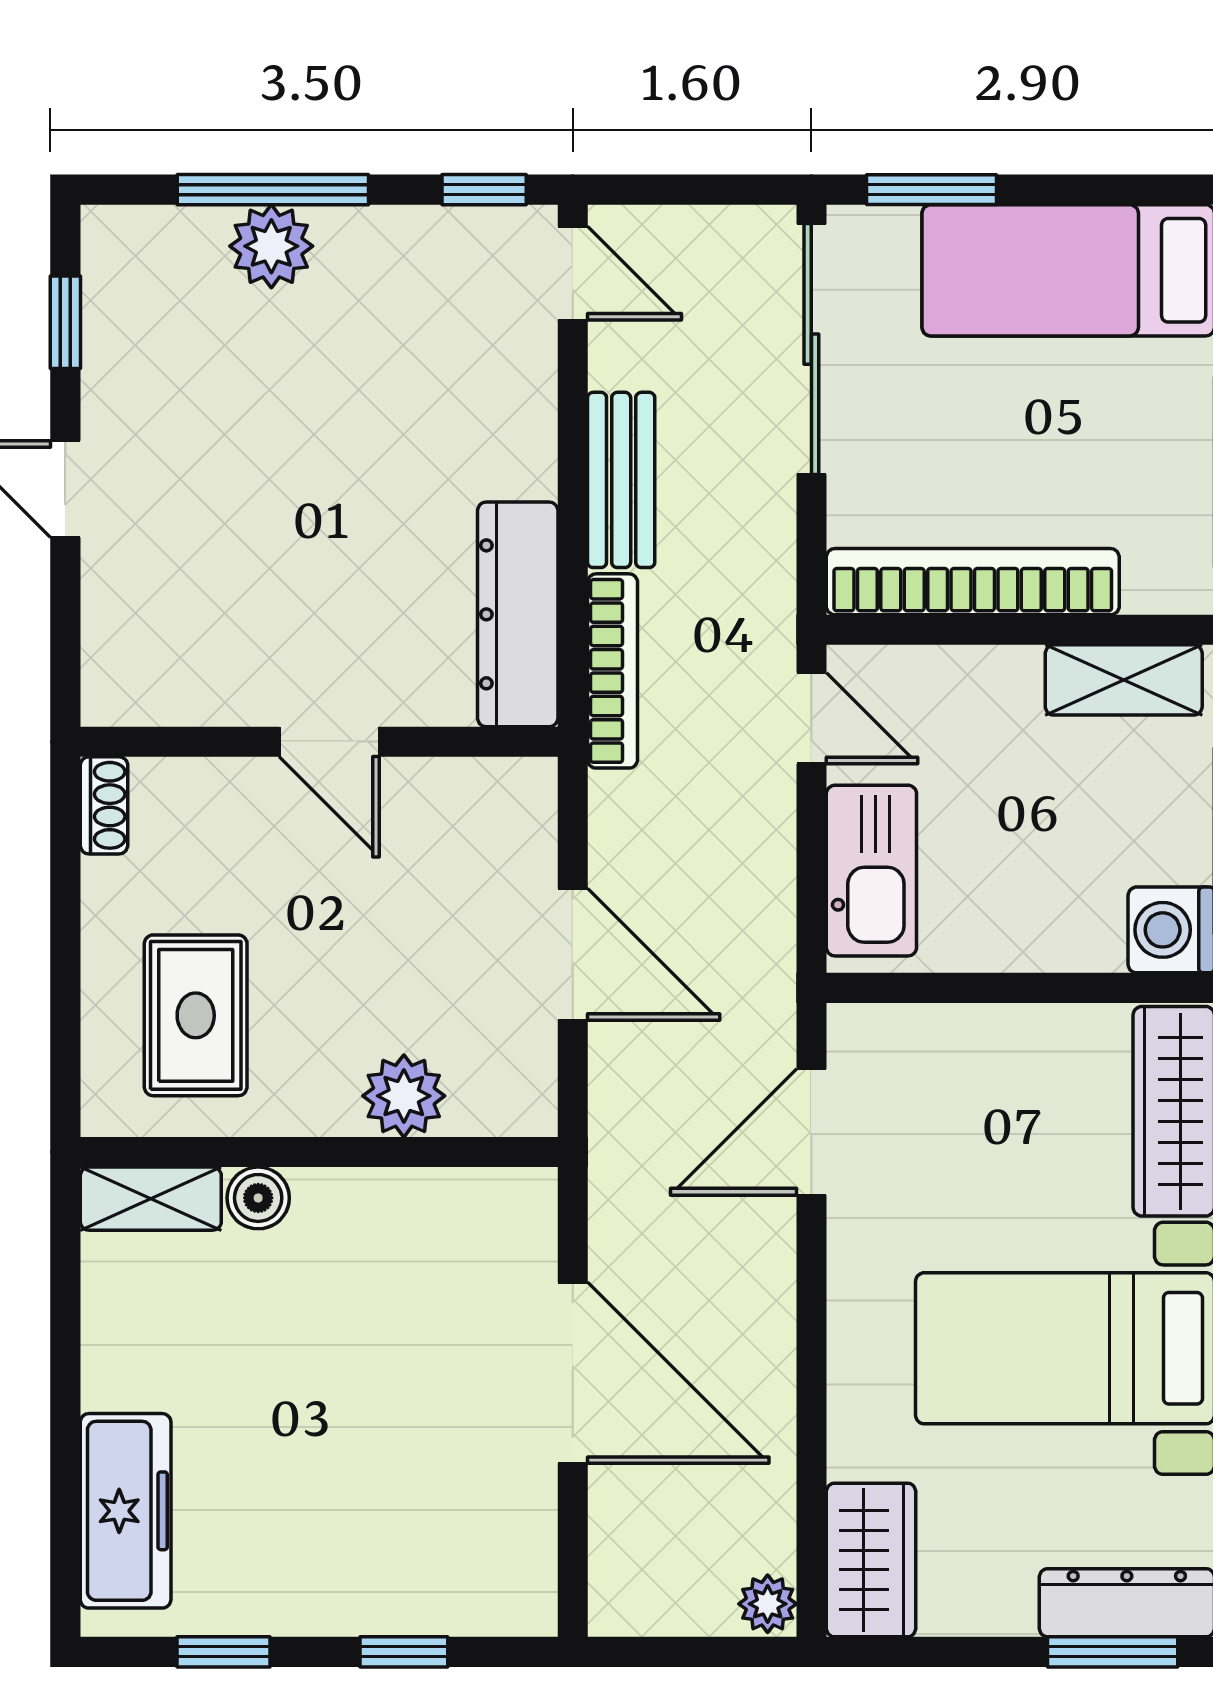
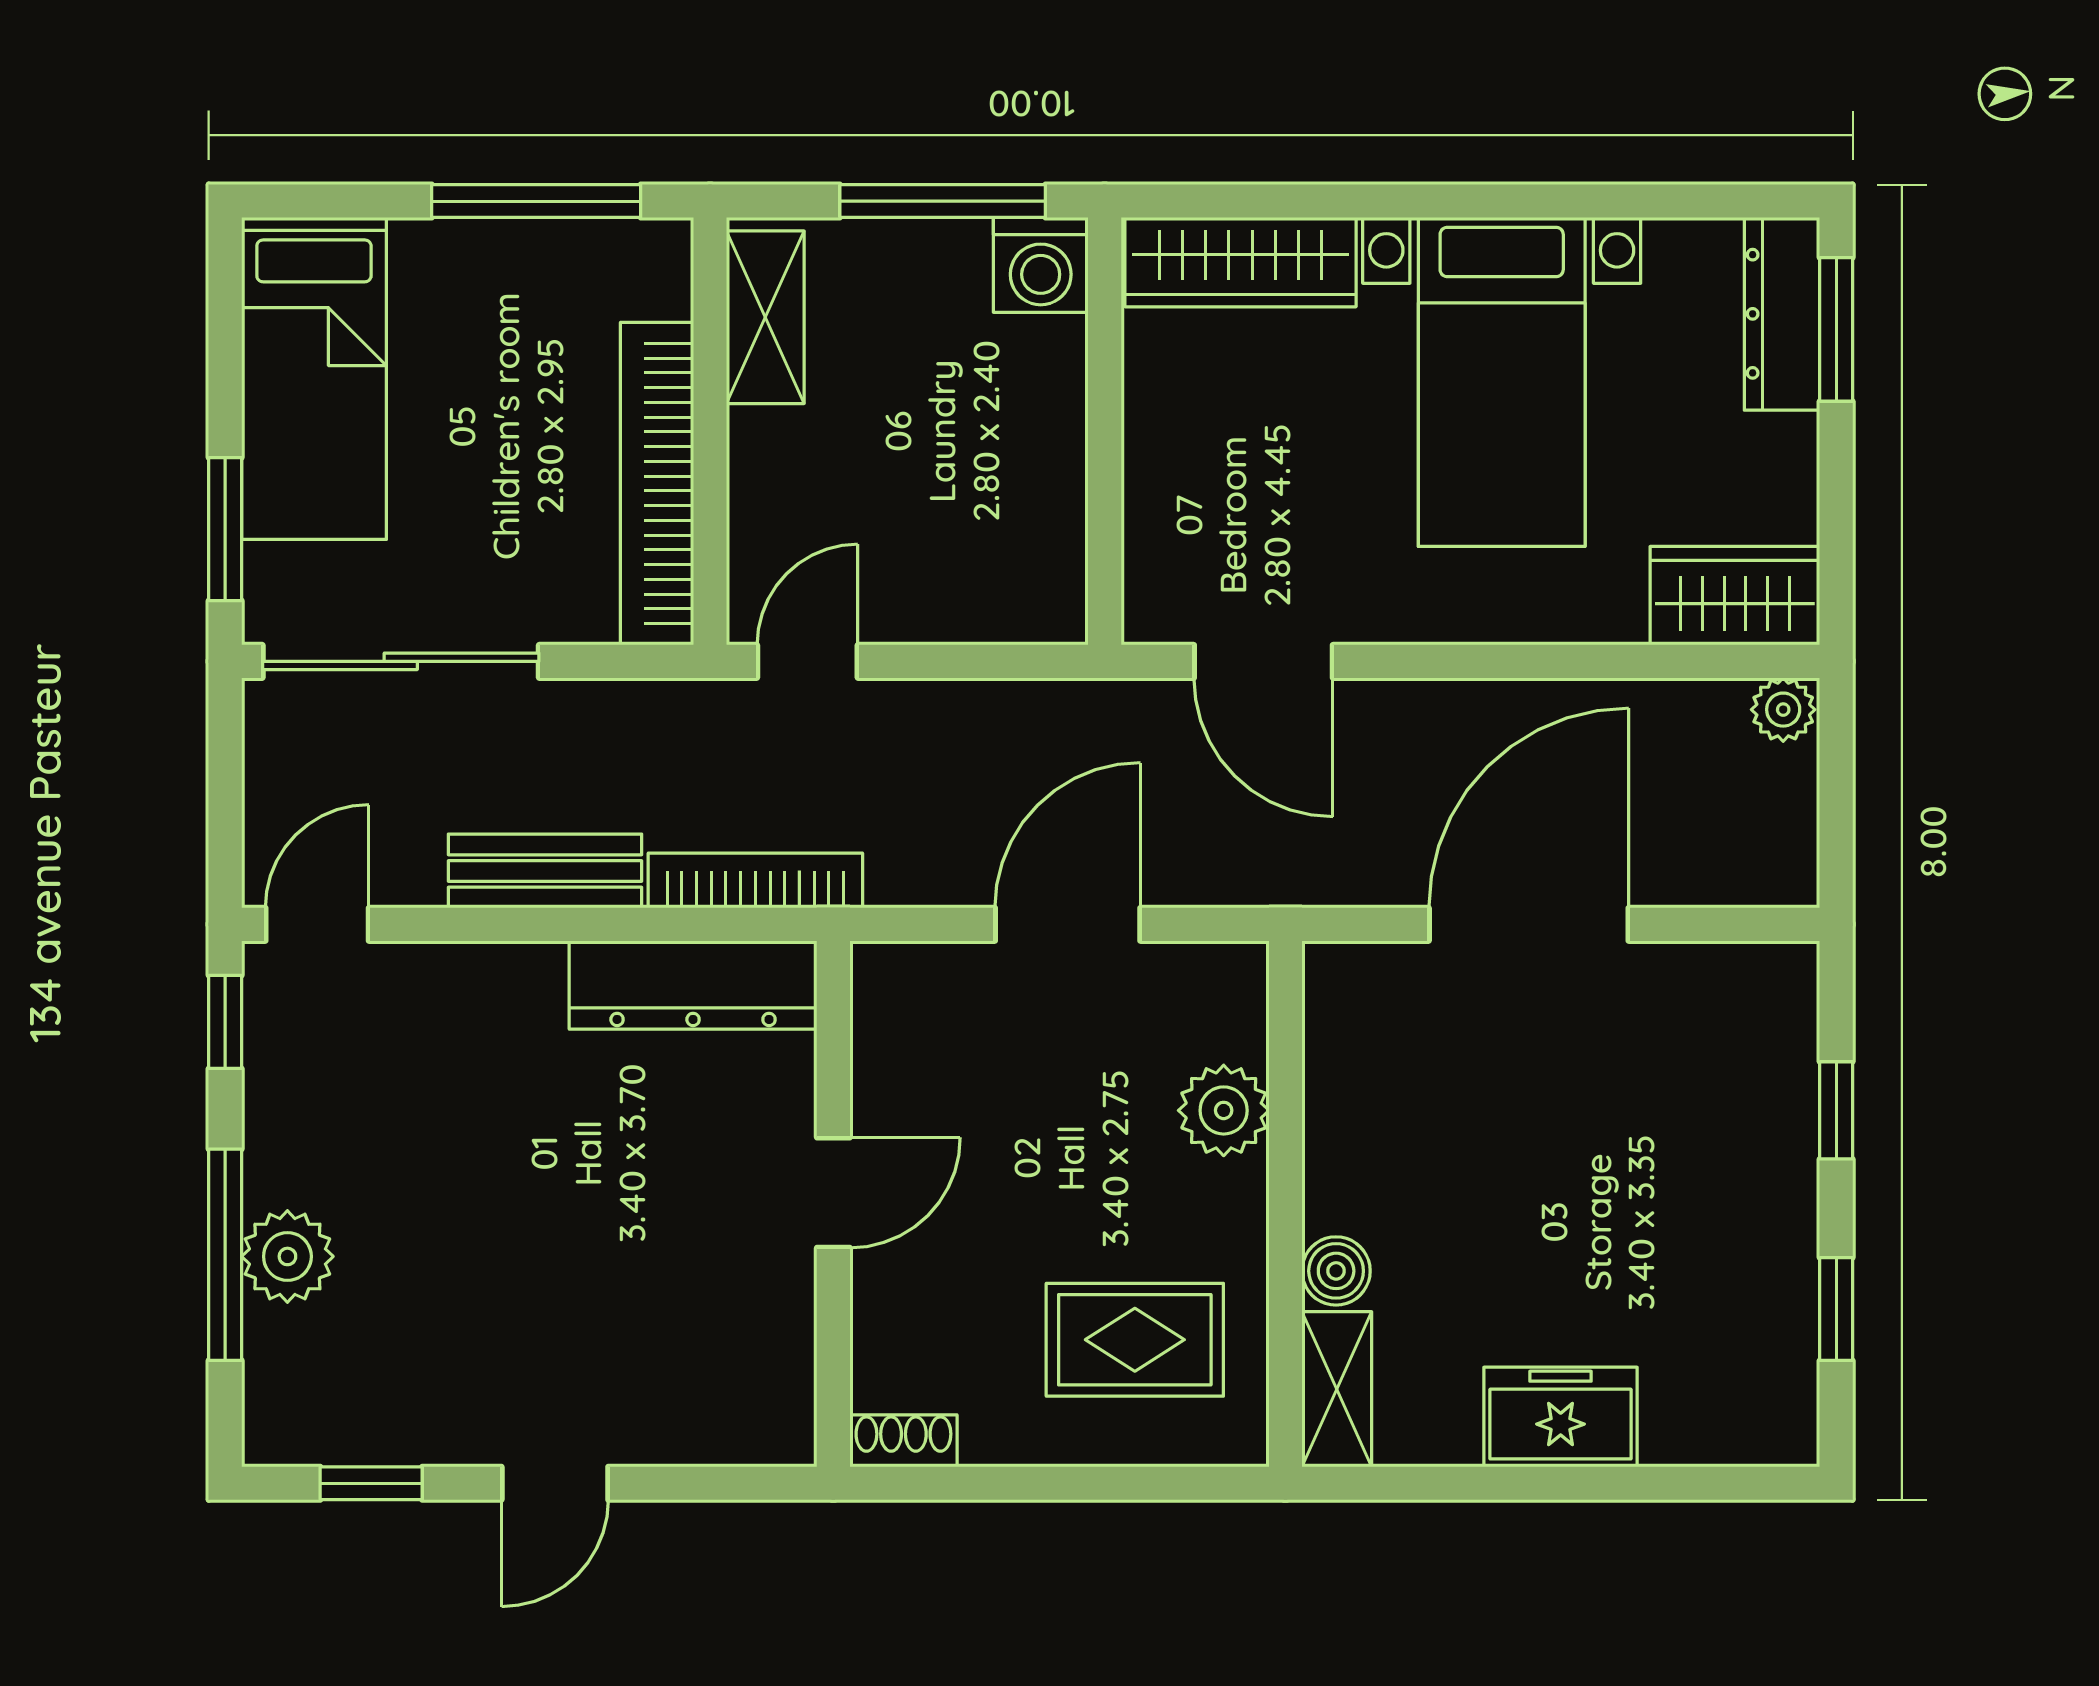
kitchen sink: (871, 871) -> (975, 595), removed
freezer: (126, 1511) -> (1561, 1417), moved, width x0.71

